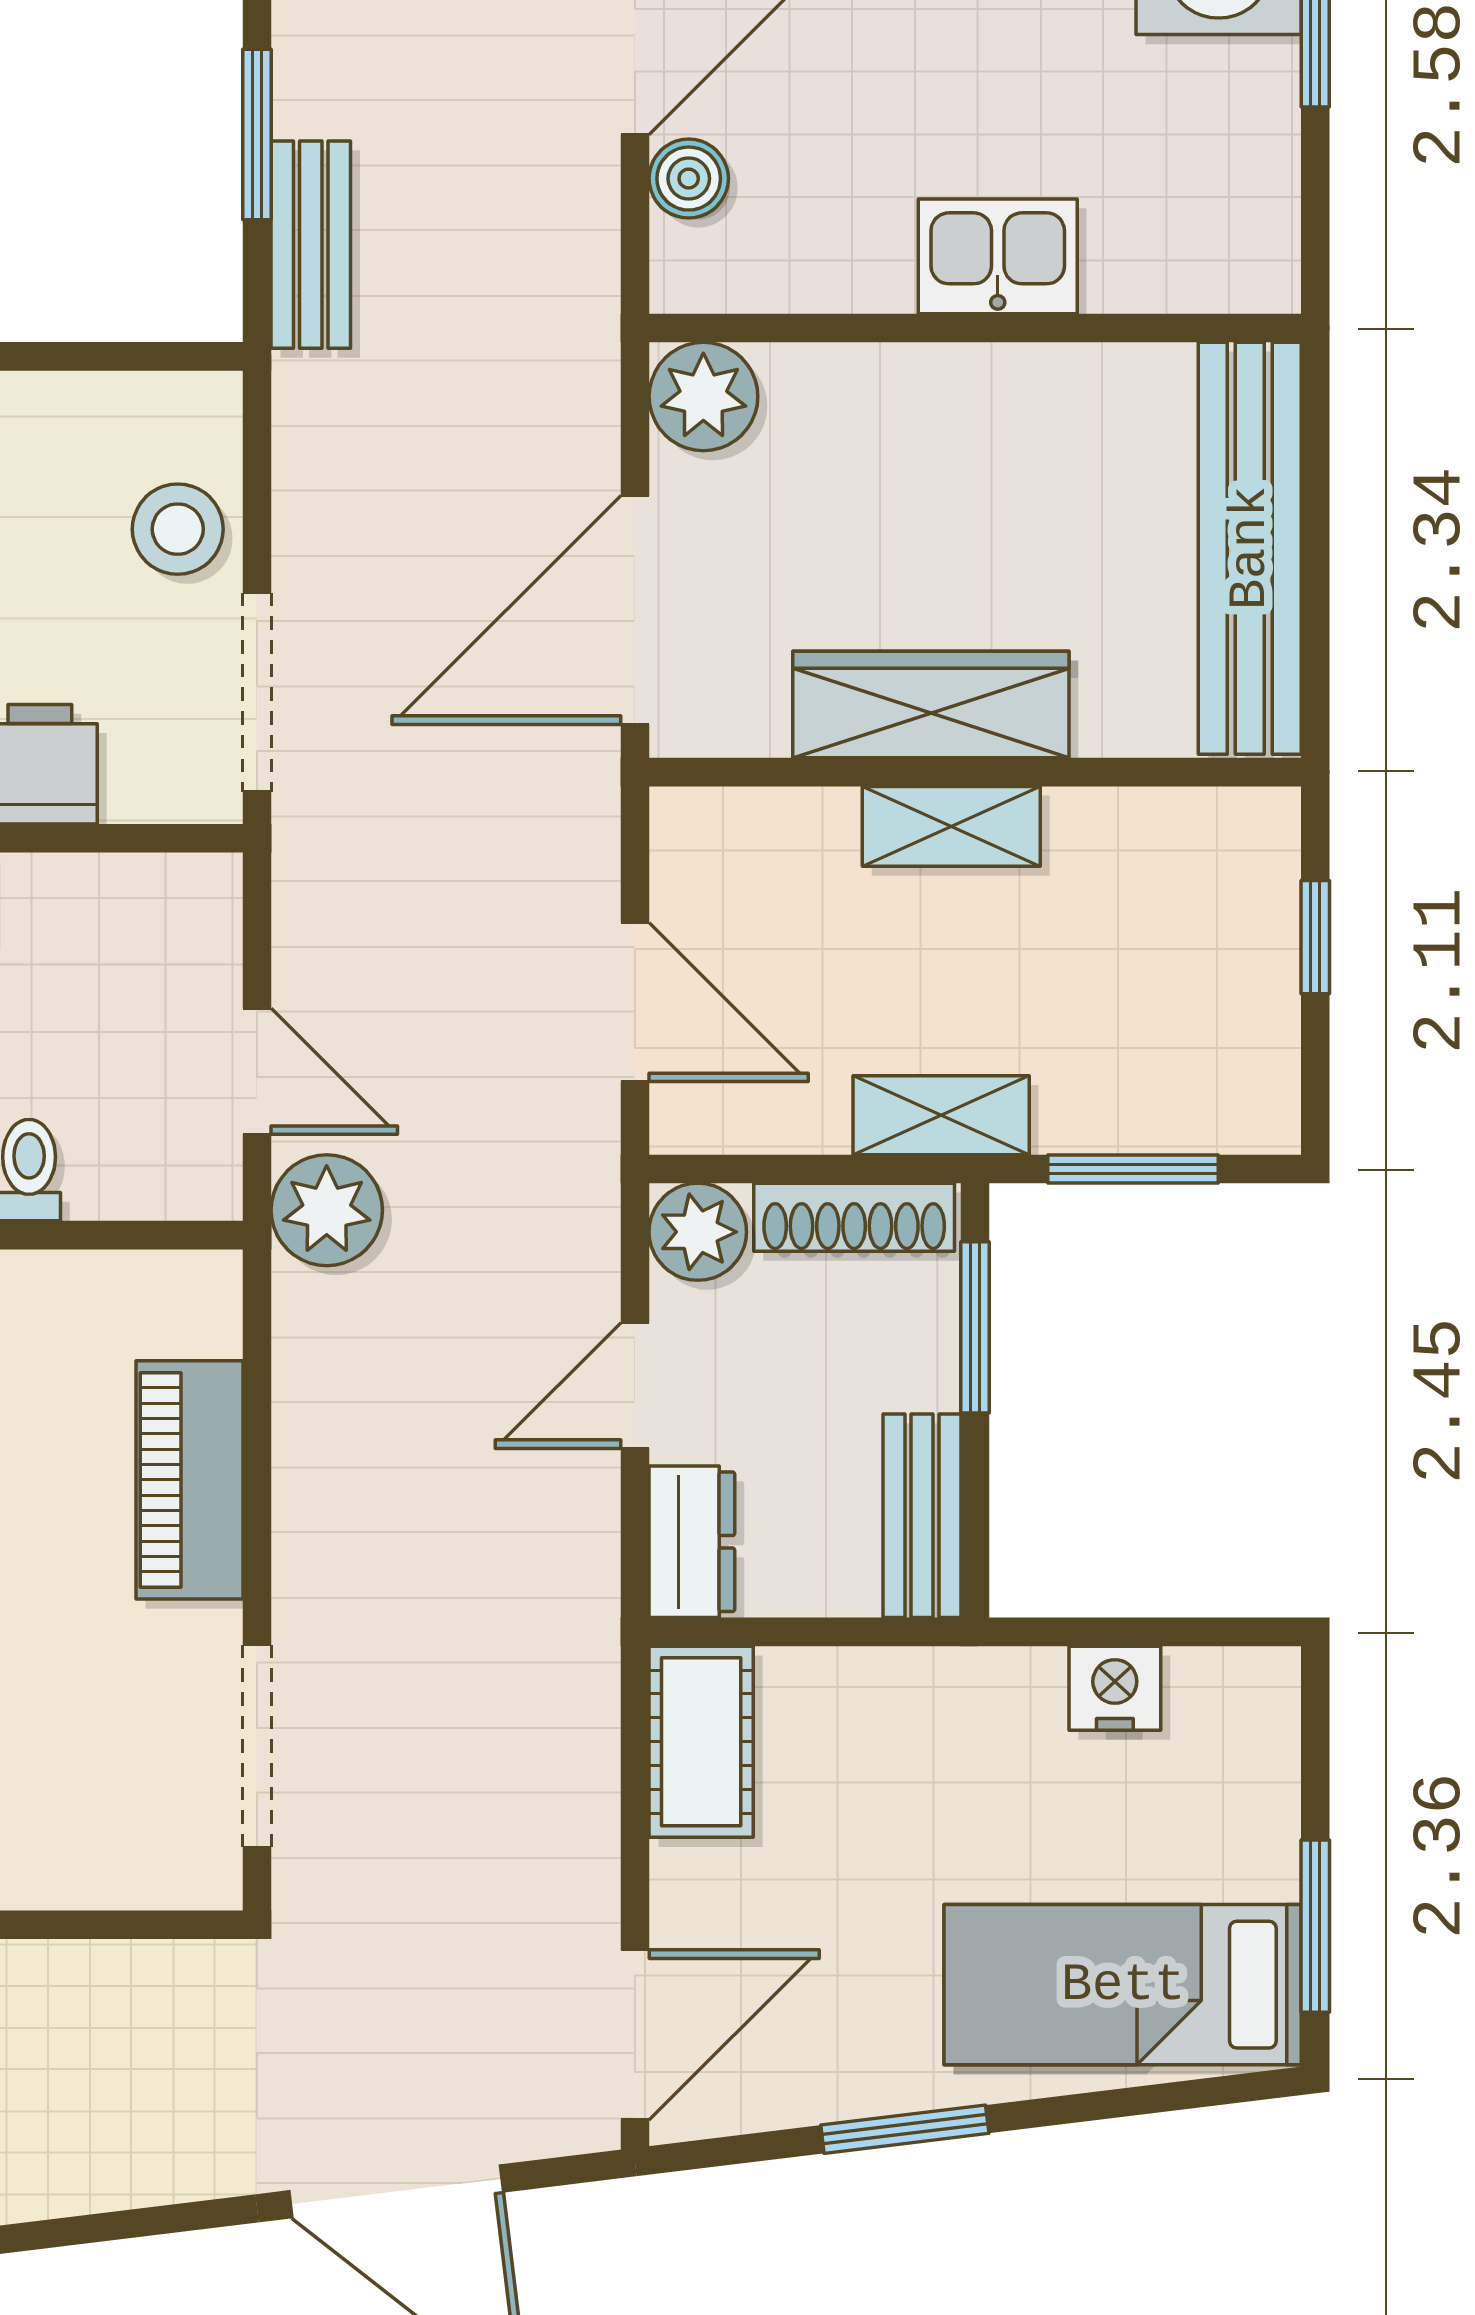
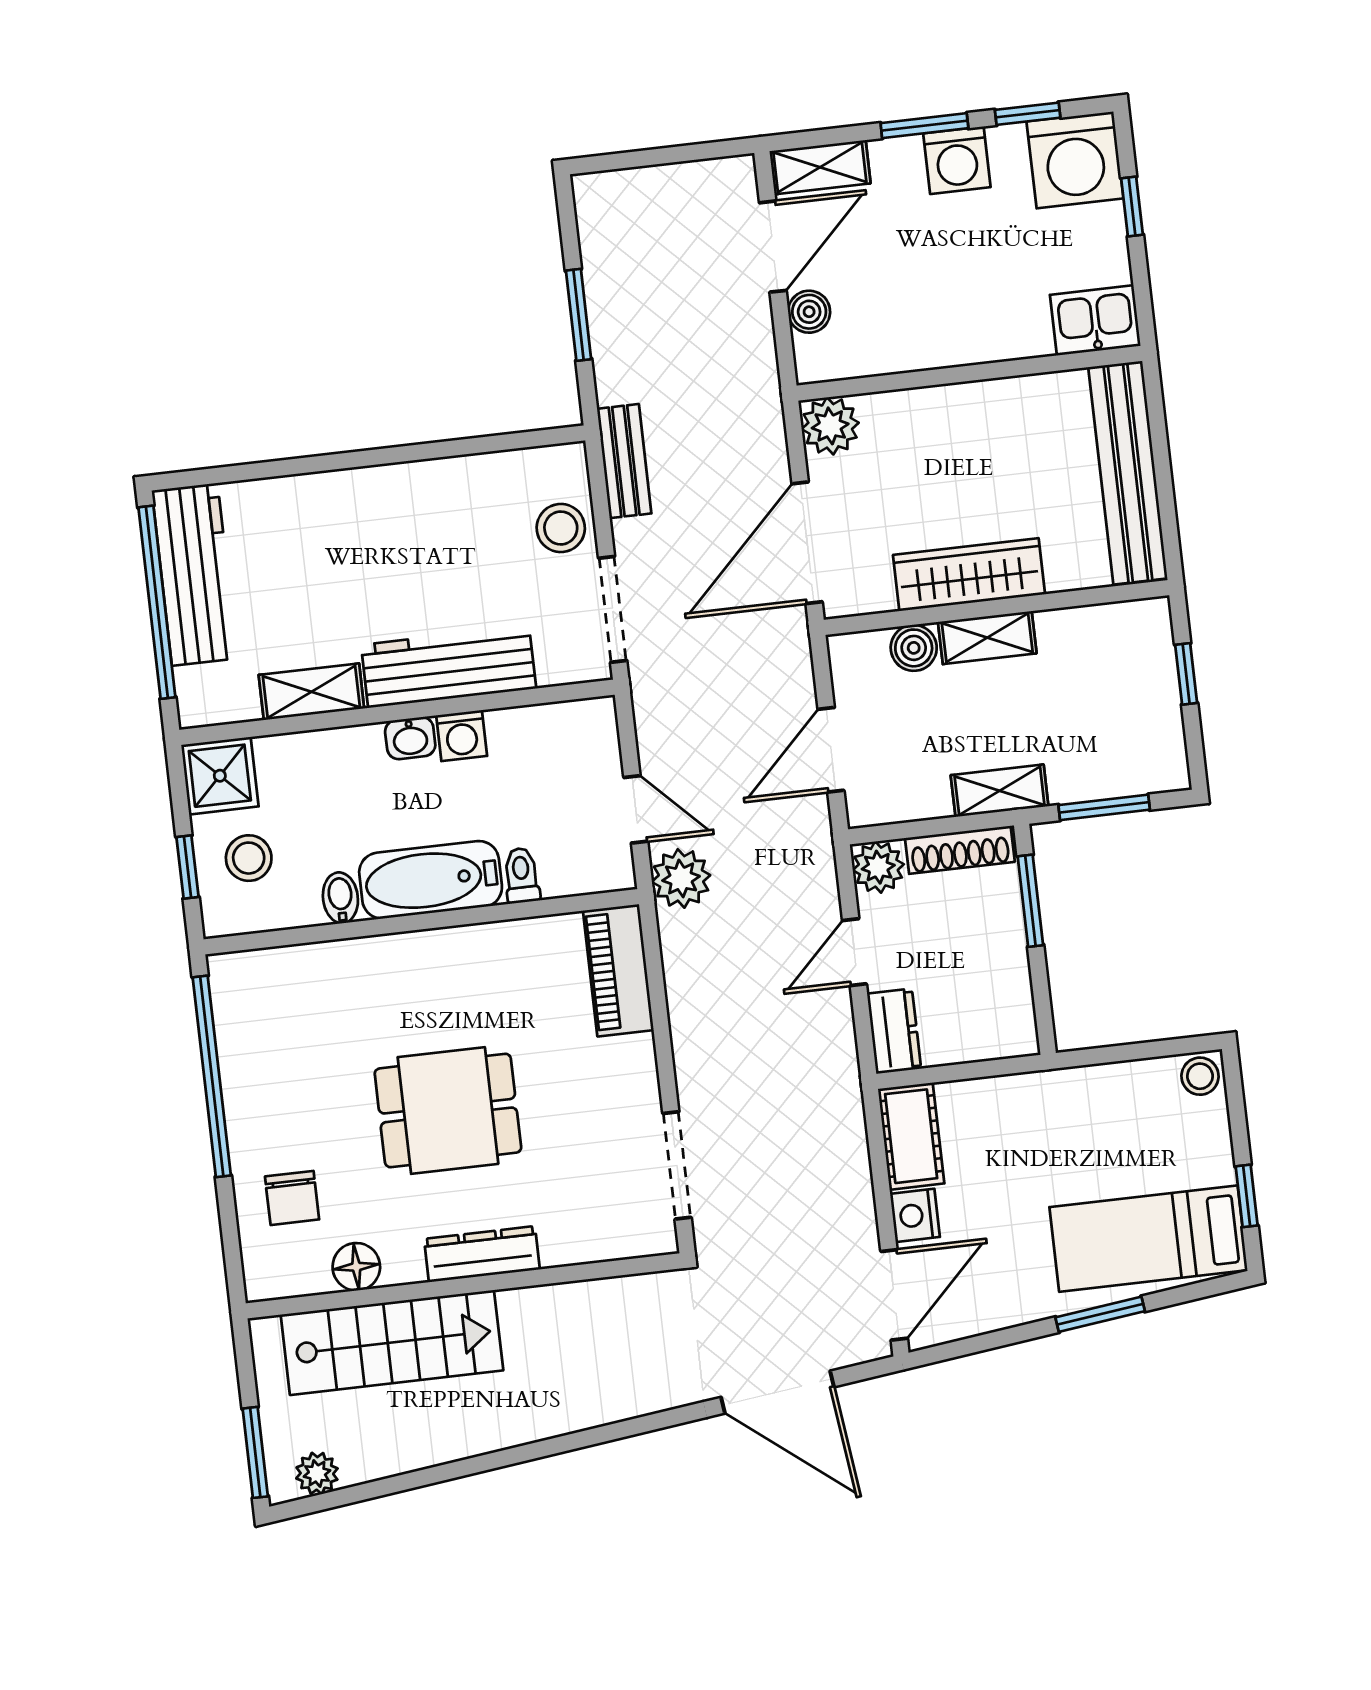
bench: (311, 245) -> (624, 461), moved
kitchen sink: (998, 256) -> (1095, 320), moved
boiler: (812, 830) -> (914, 648), added
door: (635, 1002) -> (831, 750), swing flipped
piano: (189, 1480) -> (618, 970), moved
bench: (922, 1516) -> (1014, 1003), removed
nightstand: (1115, 1688) -> (915, 1215), moved, turned -90
stool: (1254, 1692) -> (1200, 1076), added
window: (1315, 1926) -> (1247, 1196), width x0.67
window: (905, 2129) -> (1100, 1314), moved

